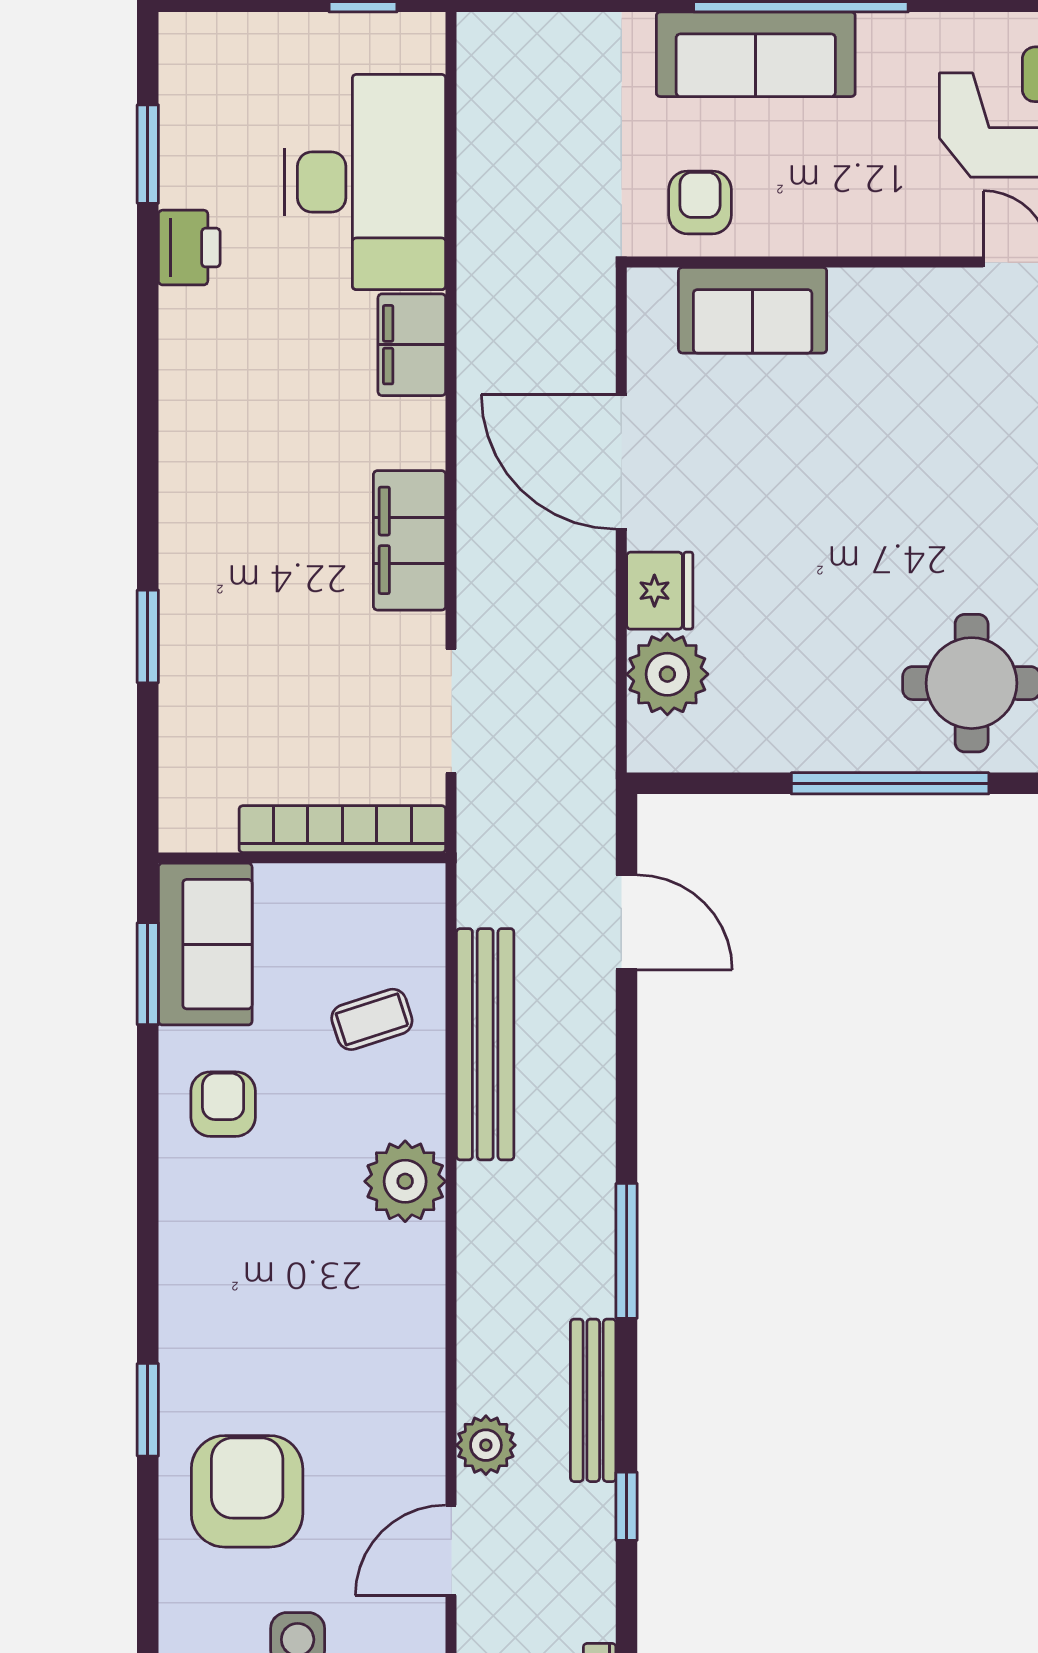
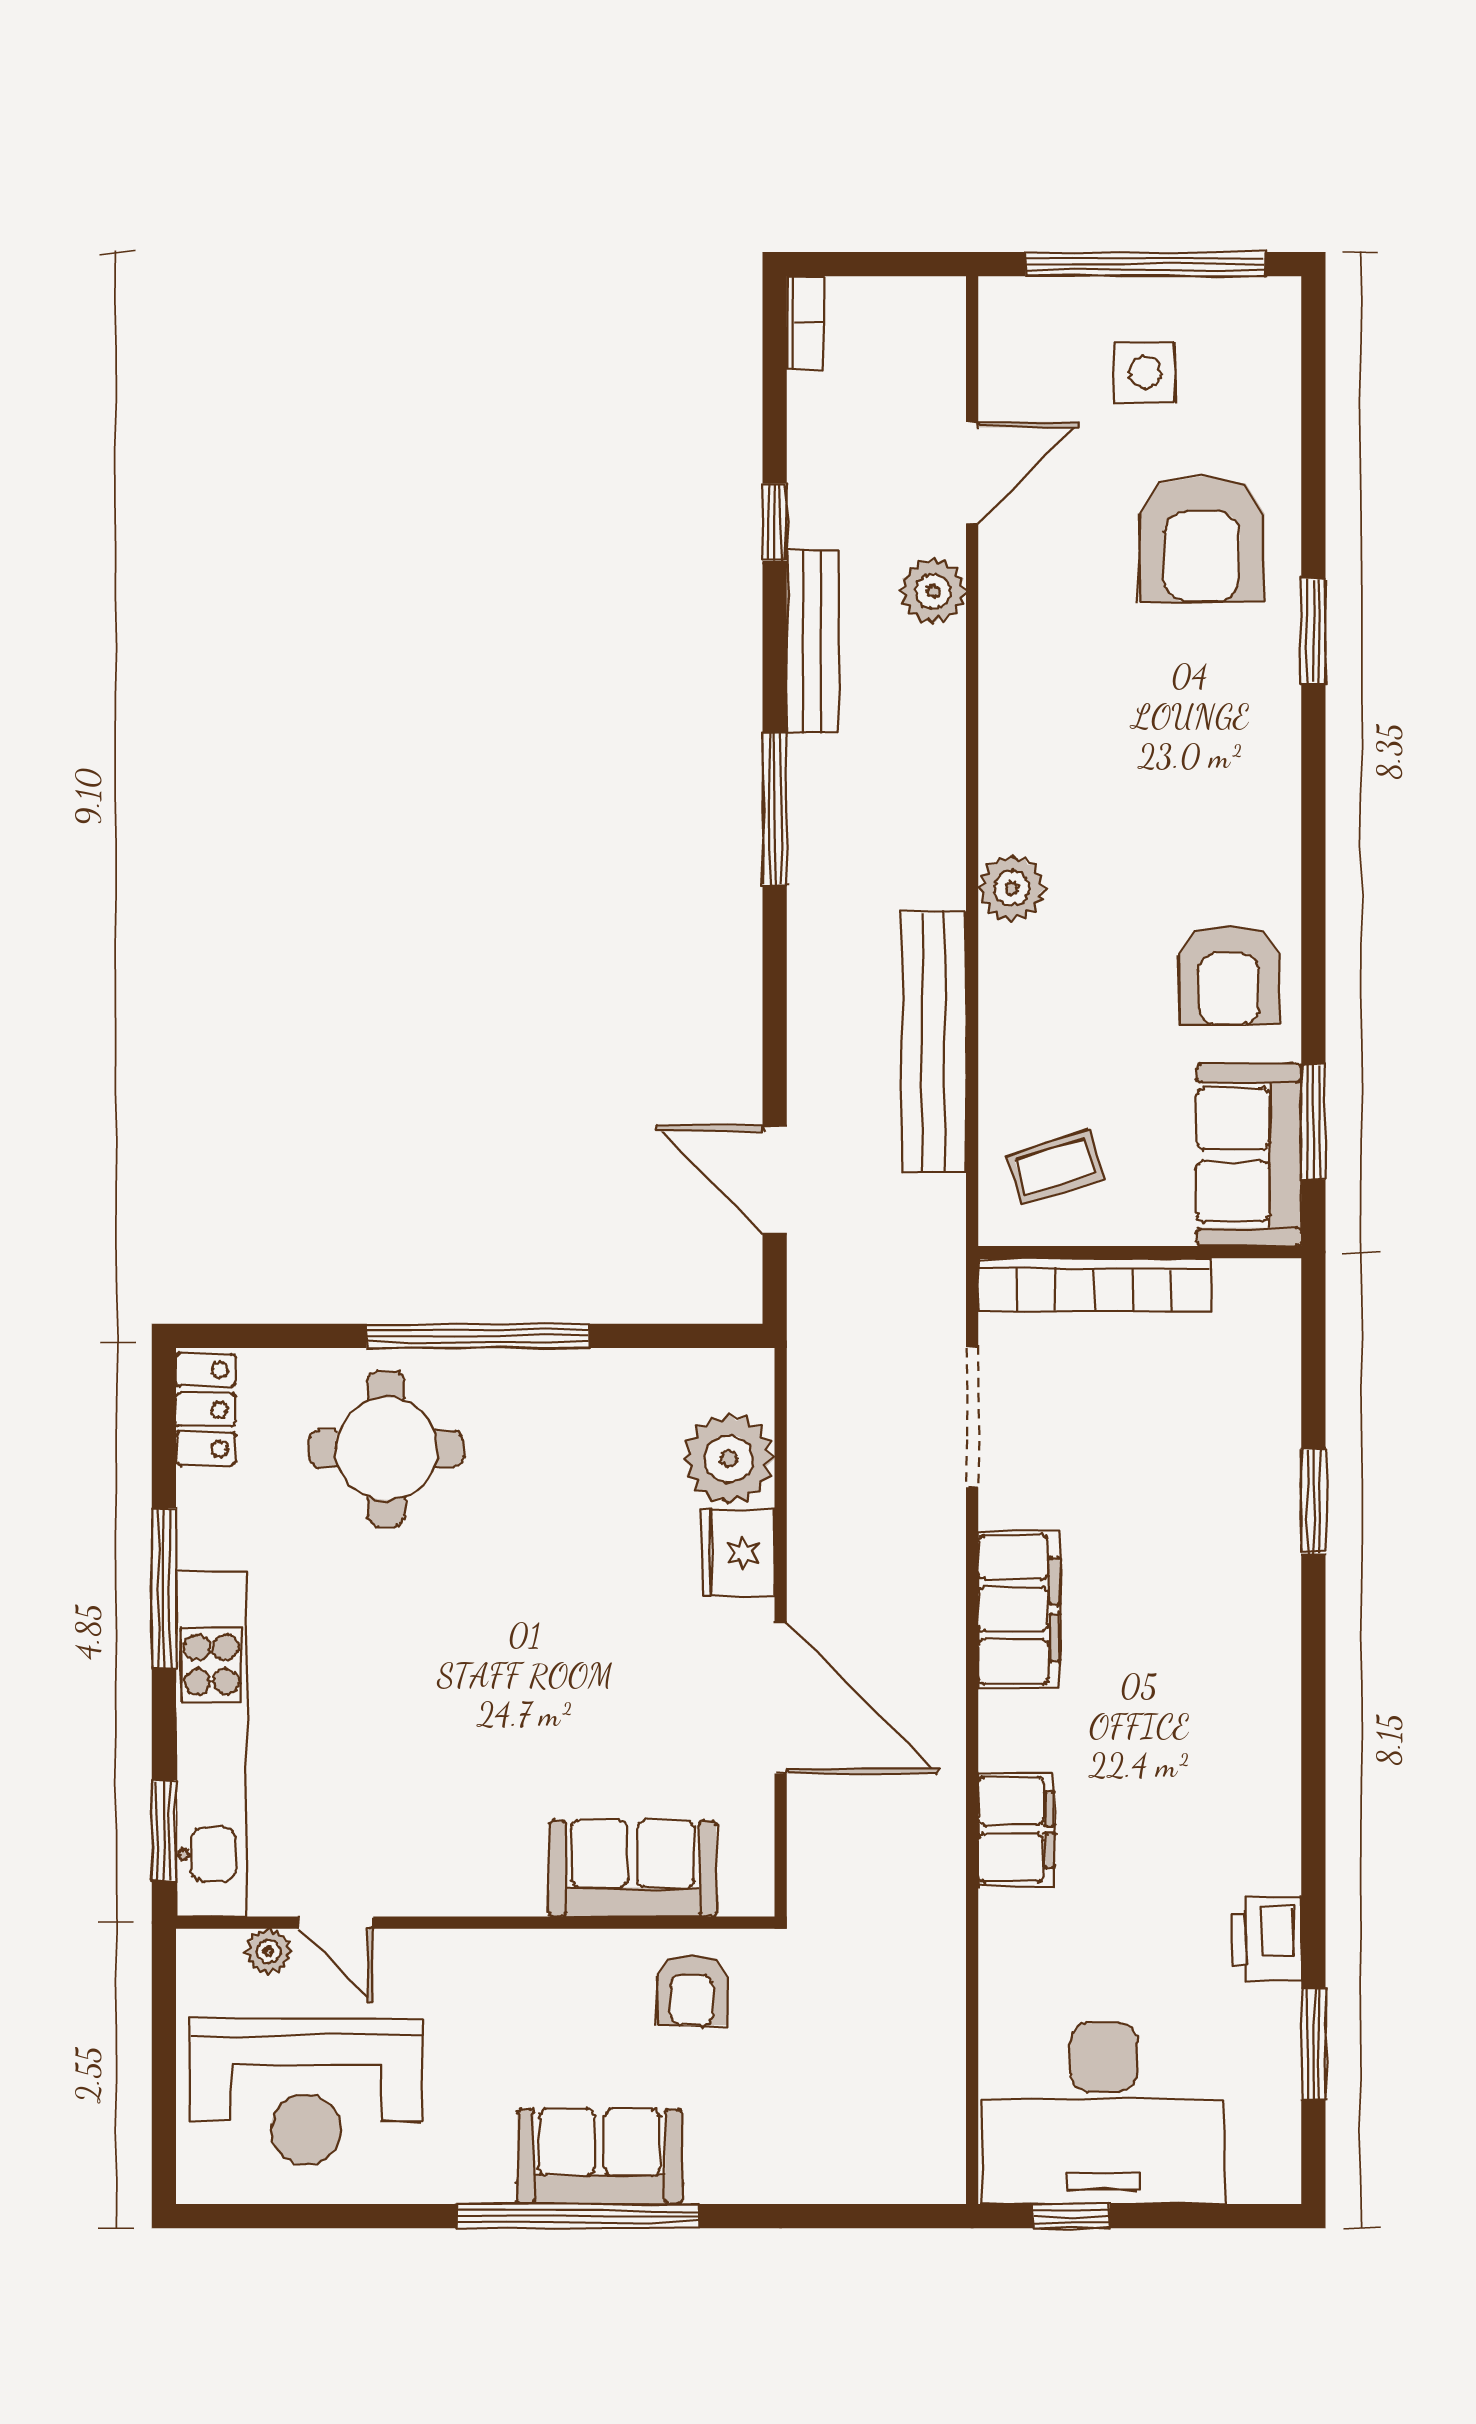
sofa: (756, 54) -> (600, 2157), width x0.73
desk: (365, 182) -> (1104, 2113), moved, turned -90
coffee table: (372, 1019) -> (1055, 1167), moved
armchair: (223, 1104) -> (1229, 975), width x1.38, depth x1.38
plant: (405, 1181) -> (1012, 888), width x0.73, depth x0.73

